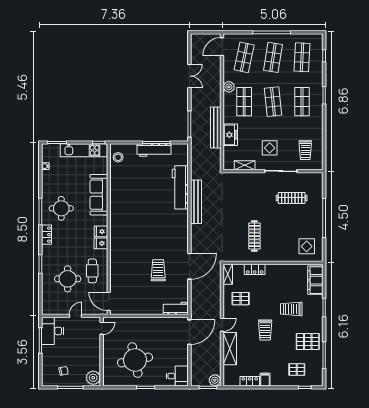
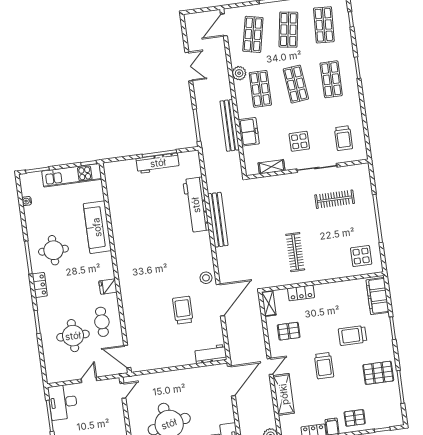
stool: (118, 157) -> (206, 278), moved
fridge: (101, 231) -> (106, 272), removed
pallet: (297, 369) -> (355, 418), moved

